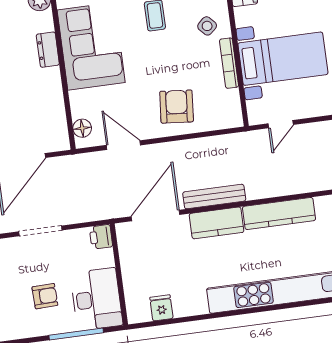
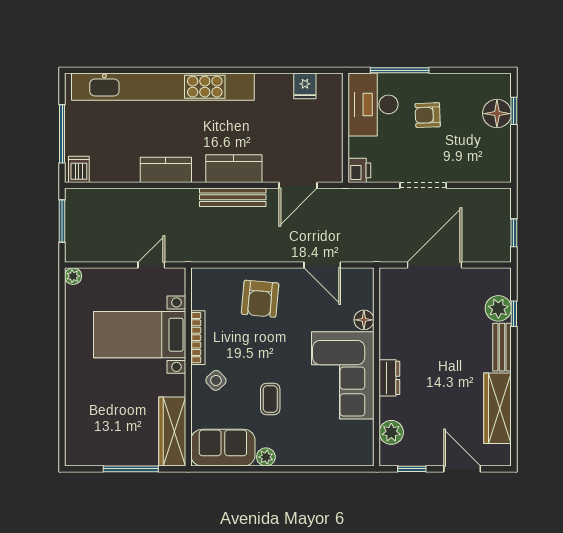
floor lamp: (82, 128) -> (364, 320), moved
kitchen counter: (279, 213) -> (166, 170), width x0.67
door: (156, 216) -> (298, 185), width x0.73

